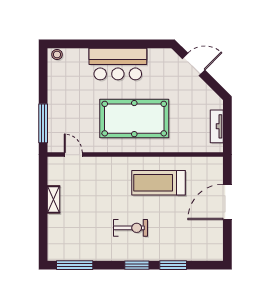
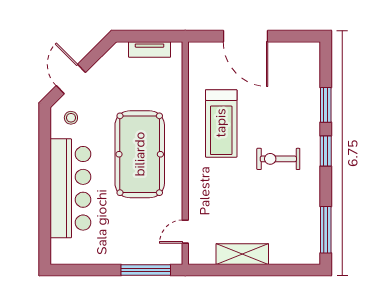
stool: (57, 55) -> (71, 118), moved
bar counter: (118, 64) -> (70, 188), width x1.36
shelving: (54, 199) -> (242, 254), width x1.50, depth x1.33
exercise bike: (131, 228) -> (278, 159), turned -90

